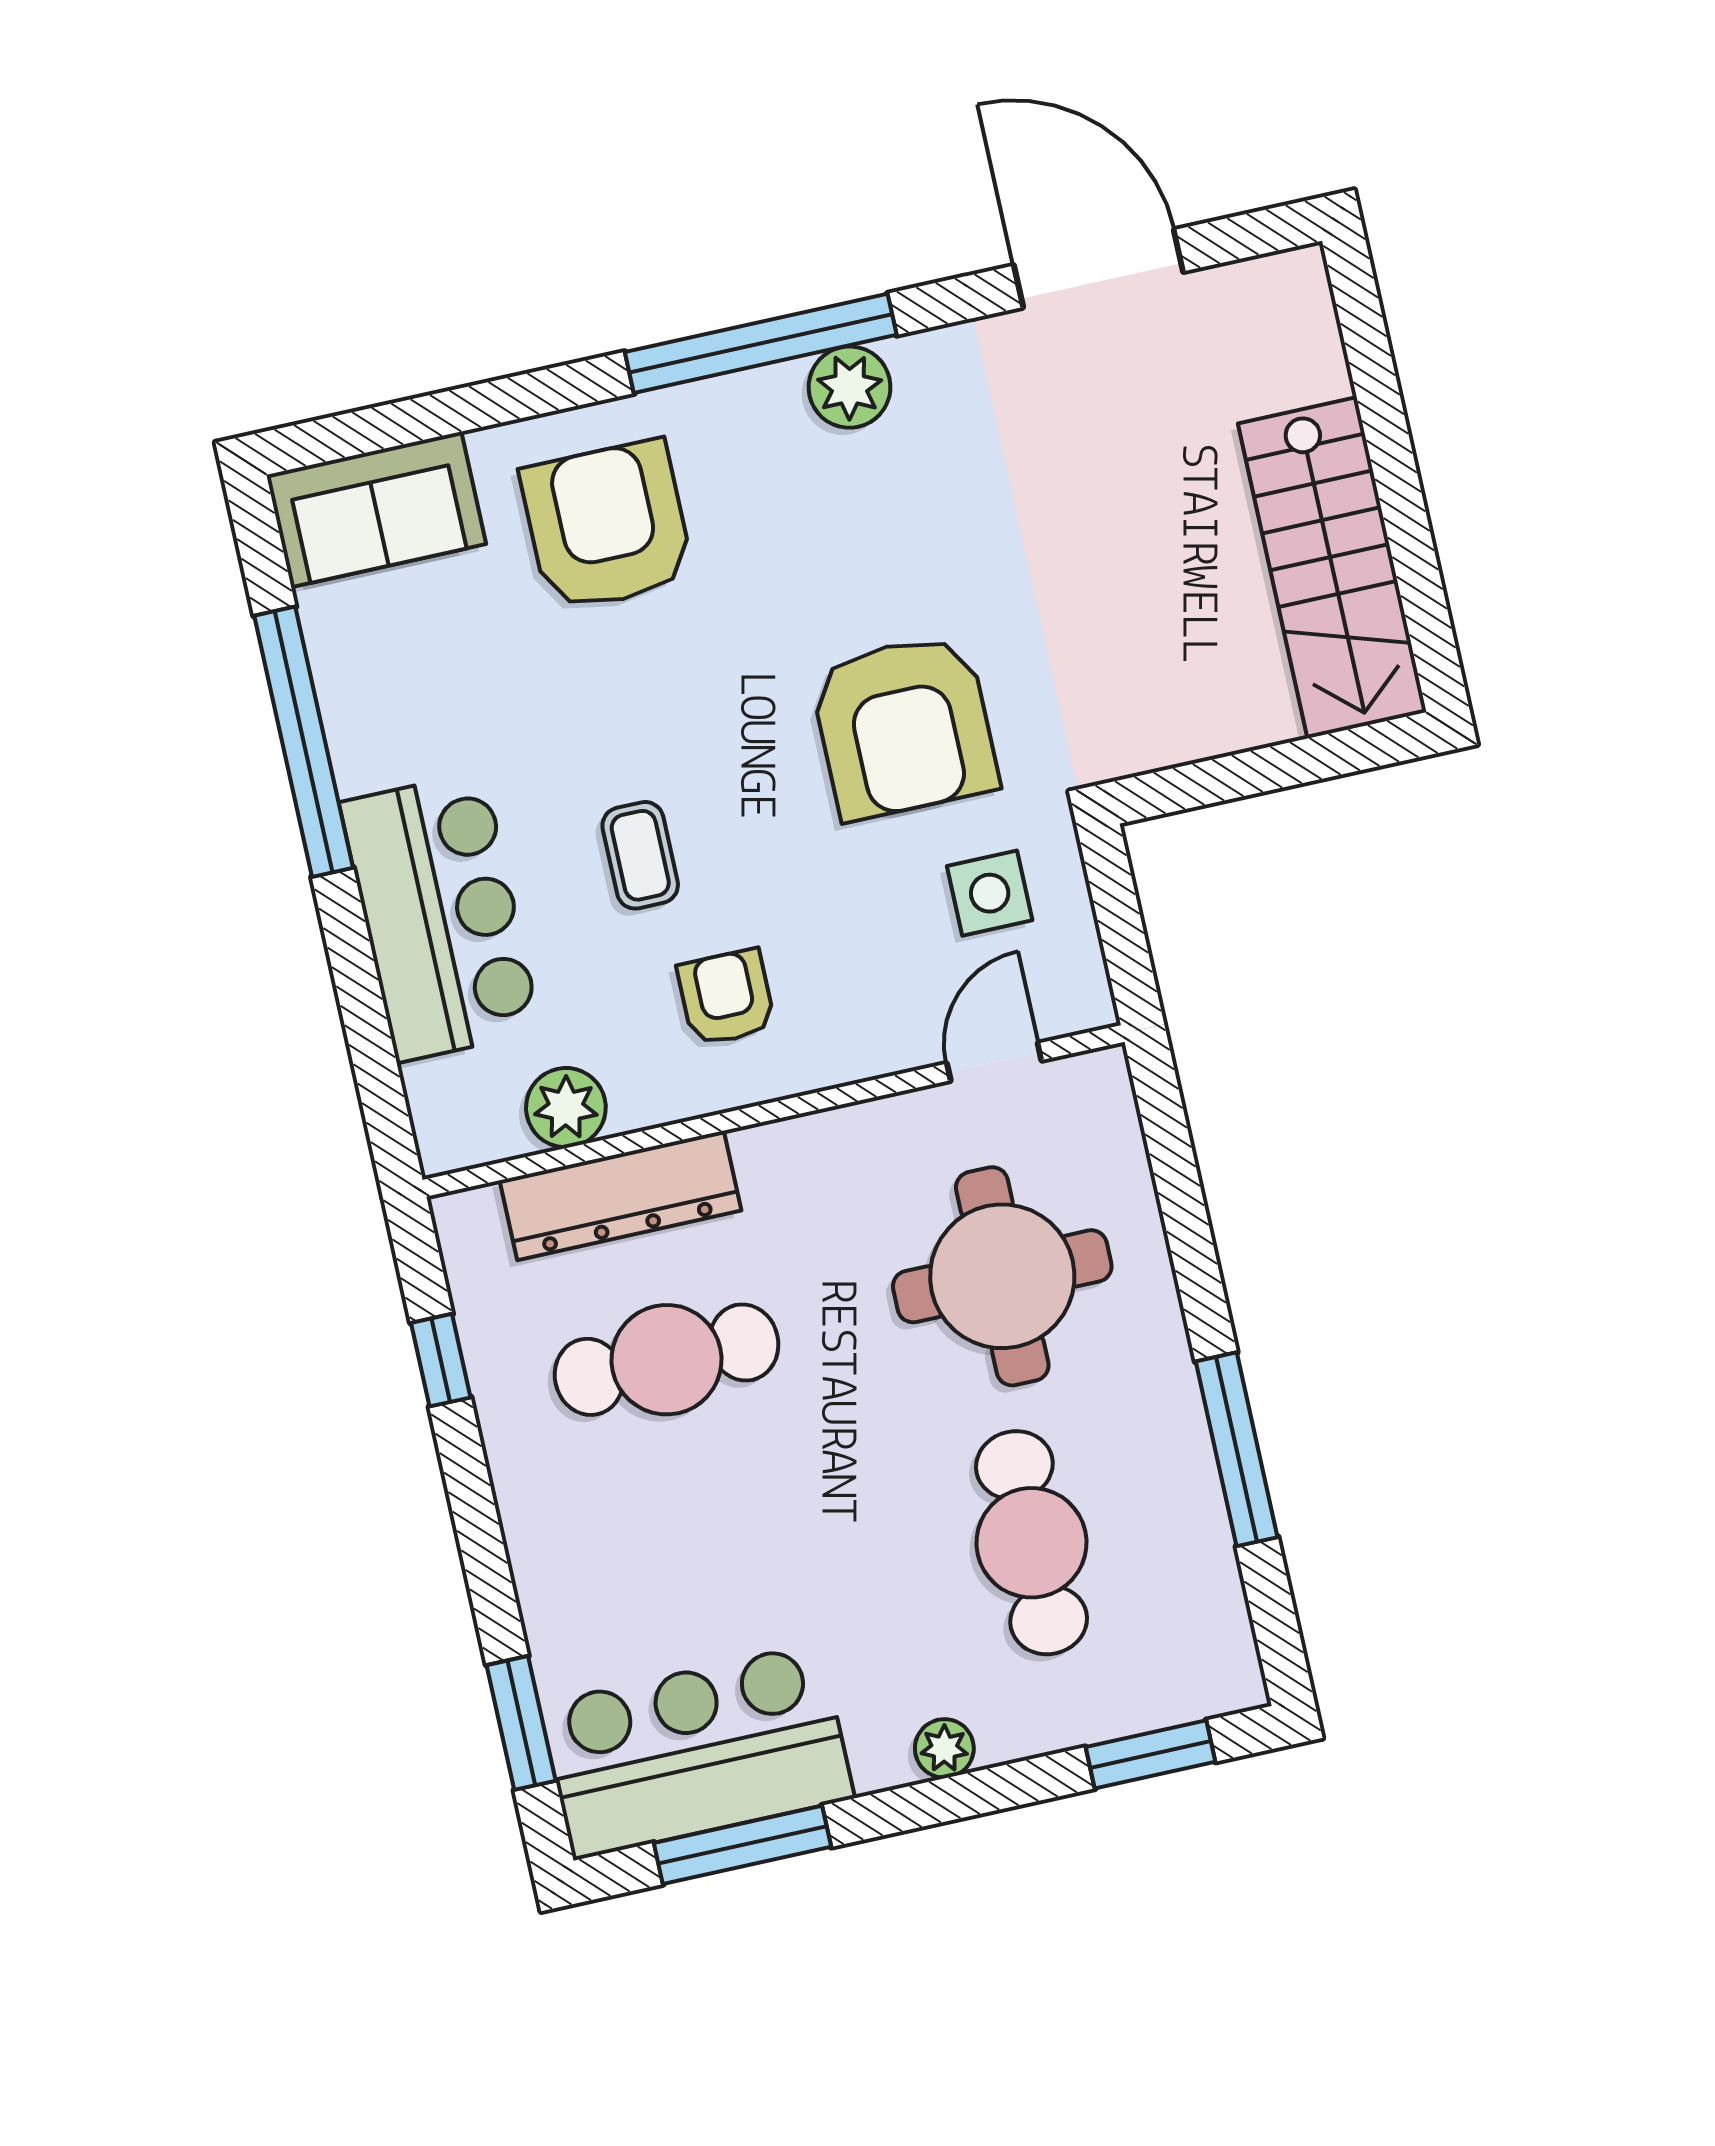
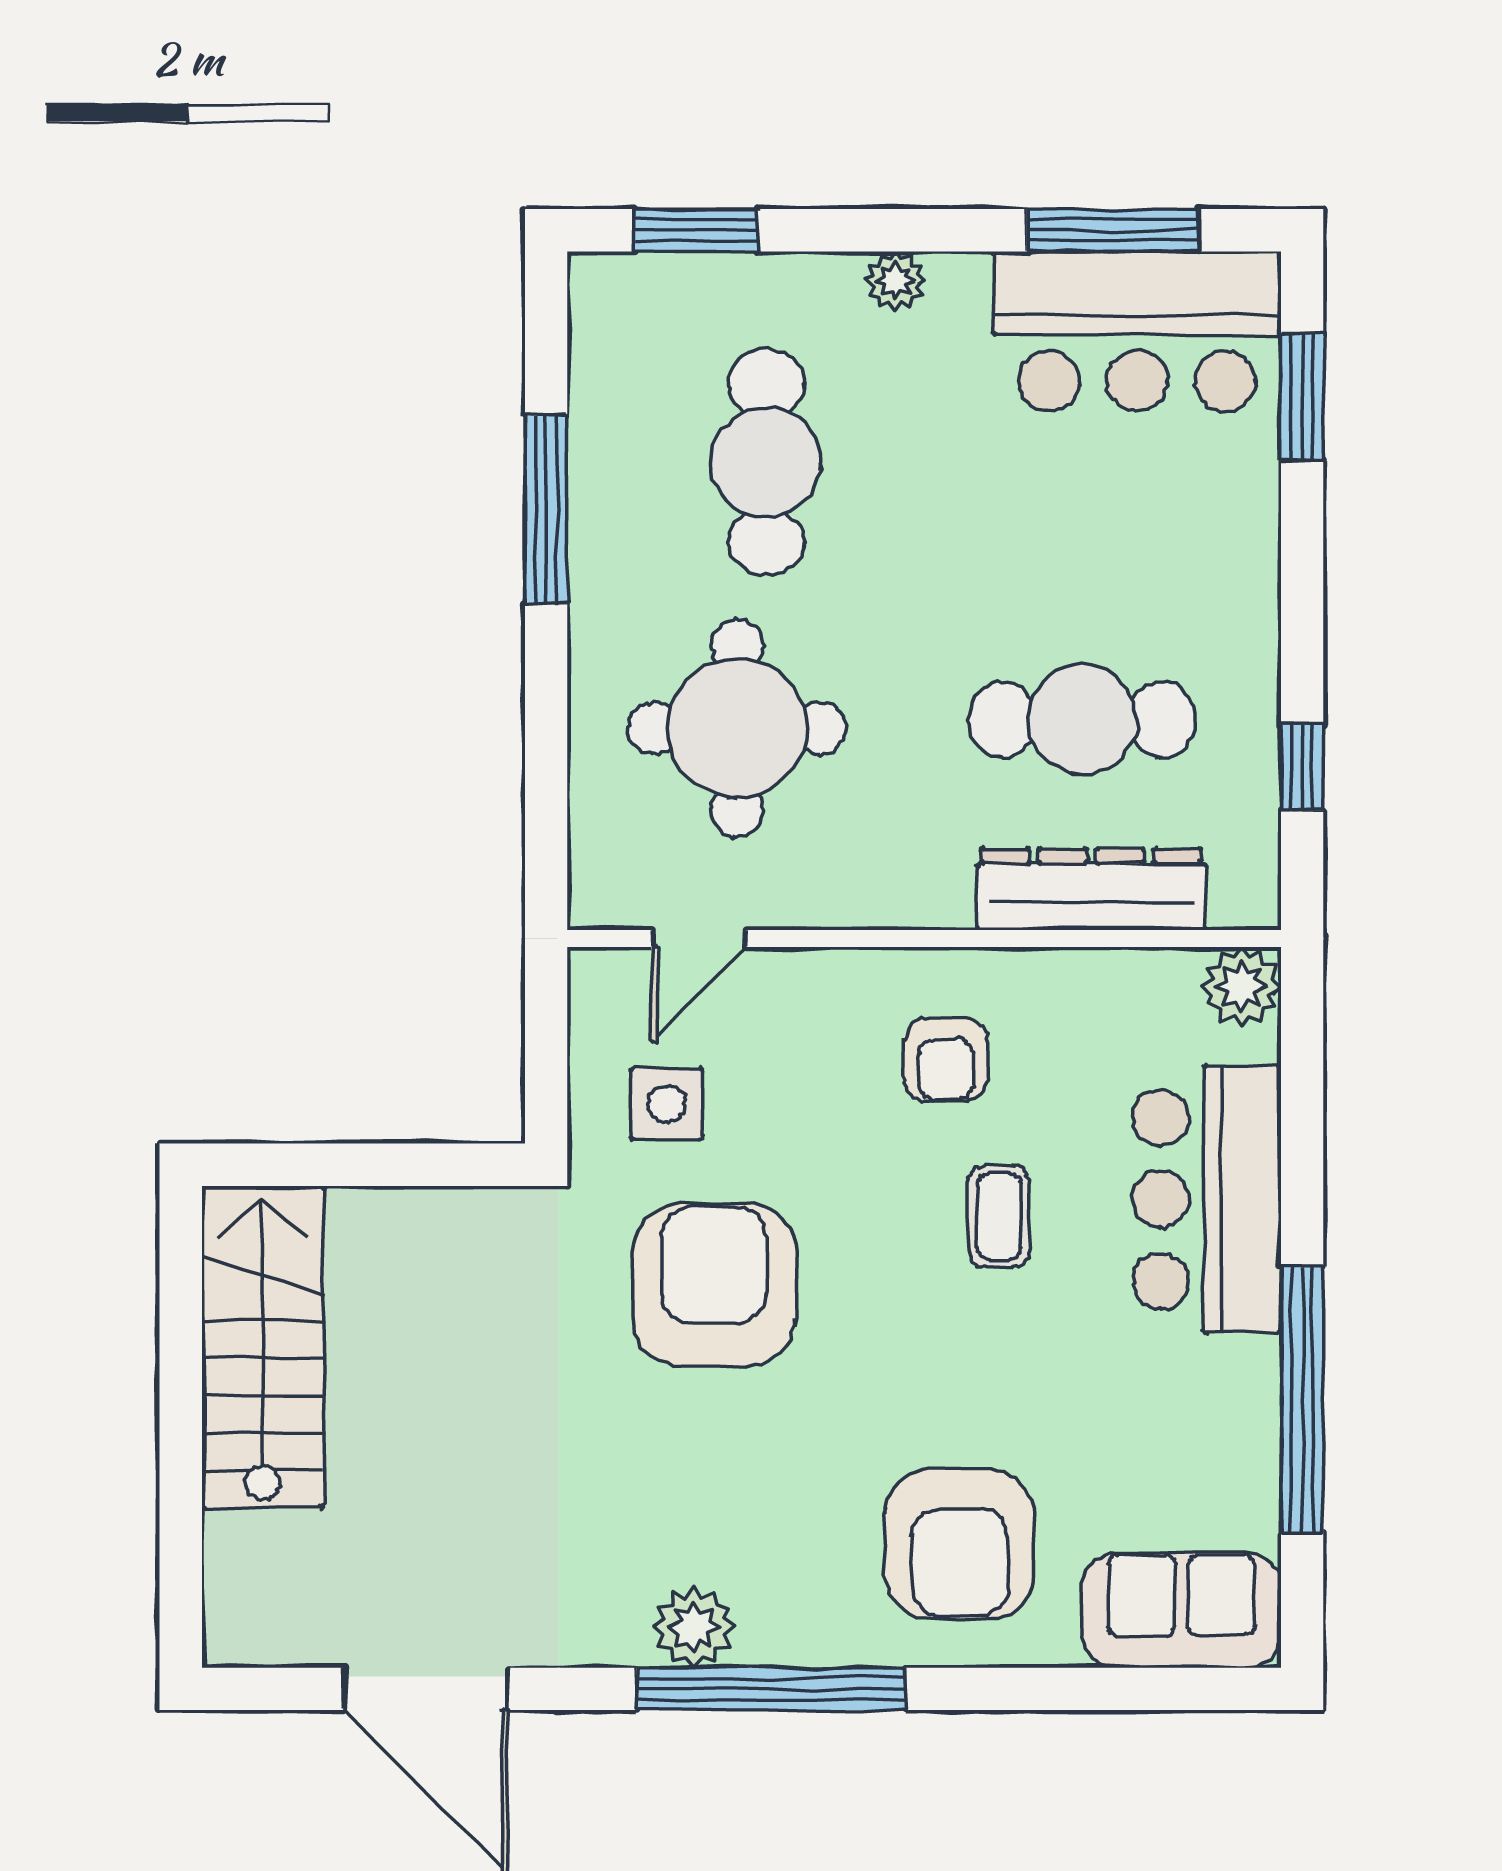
plant: (566, 1108) -> (1241, 987), moved

